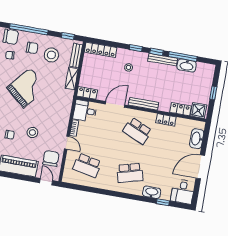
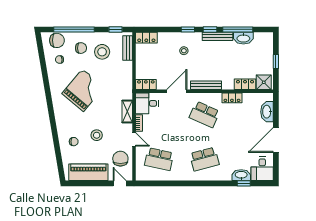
locker: (101, 50) -> (146, 38), width x0.66
shelving: (72, 79) -> (127, 112), moved
washbasin: (152, 192) -> (241, 175), moved

